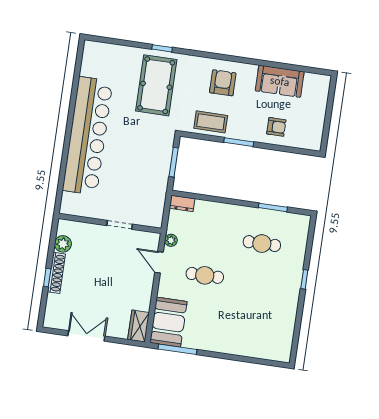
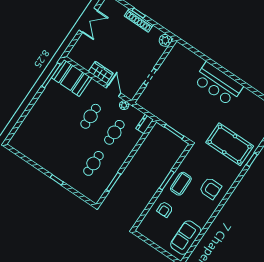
sofa: (280, 81) -> (186, 238), moved
coffee table: (211, 122) -> (181, 184), moved
bar counter: (88, 136) -> (218, 84), width x0.54
cafe table: (211, 236) -> (114, 132), added
plant: (63, 244) -> (165, 40), moved
door: (159, 262) -> (113, 91), hinge flipped
wardrobe: (139, 326) -> (101, 72), moved

